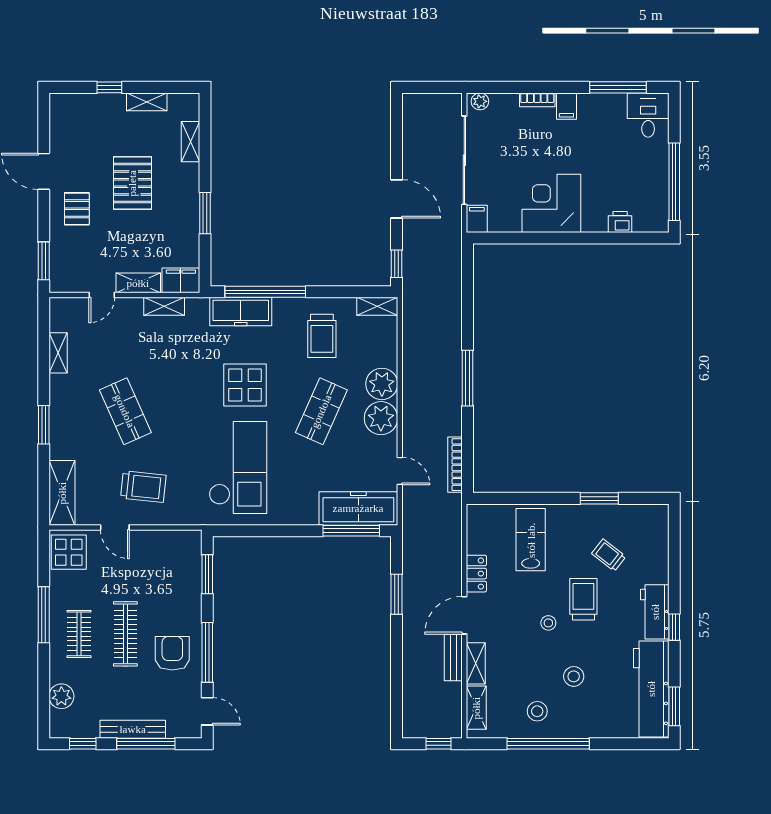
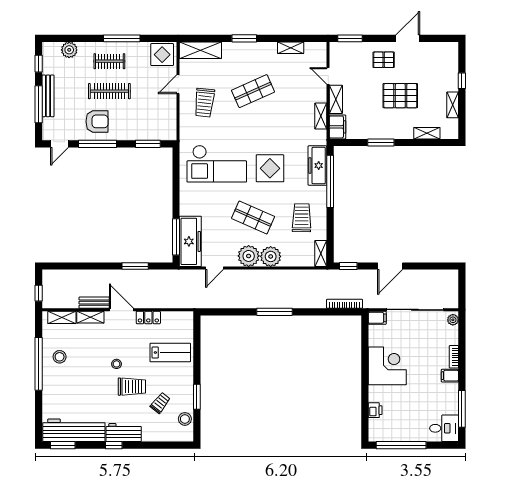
trolley: (322, 336) -> (302, 218), turned 91
bookcase: (455, 465) -> (345, 304), moved
stool: (574, 676) -> (185, 419), moved

